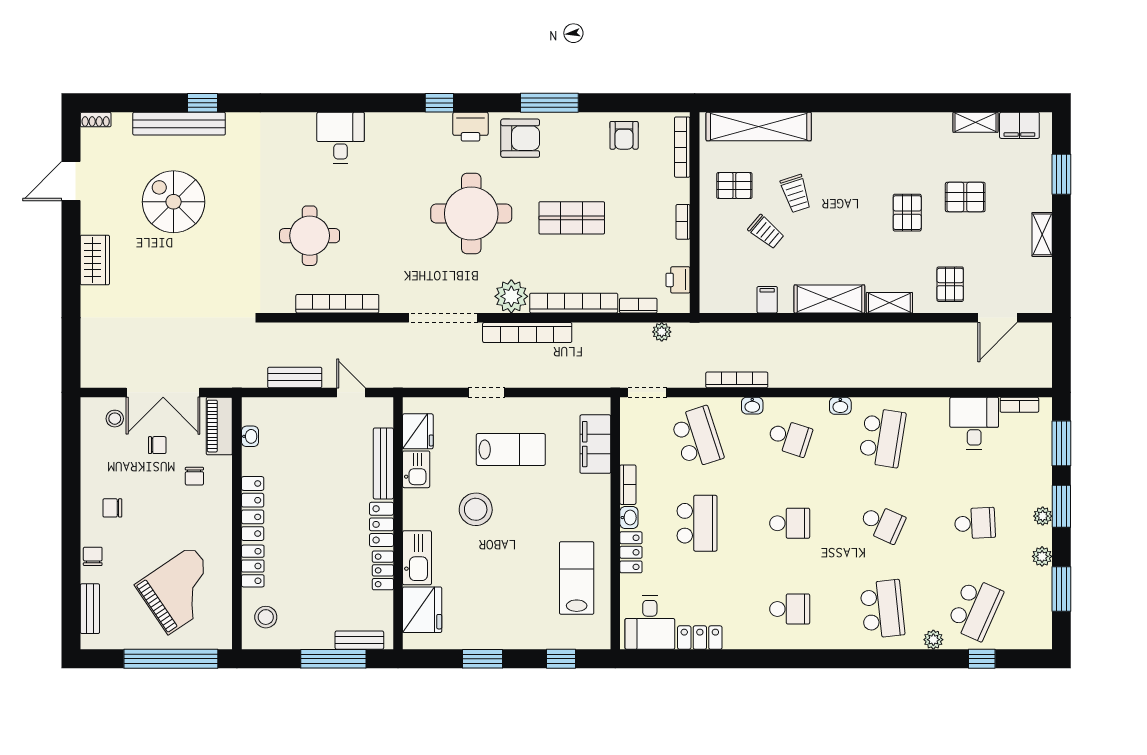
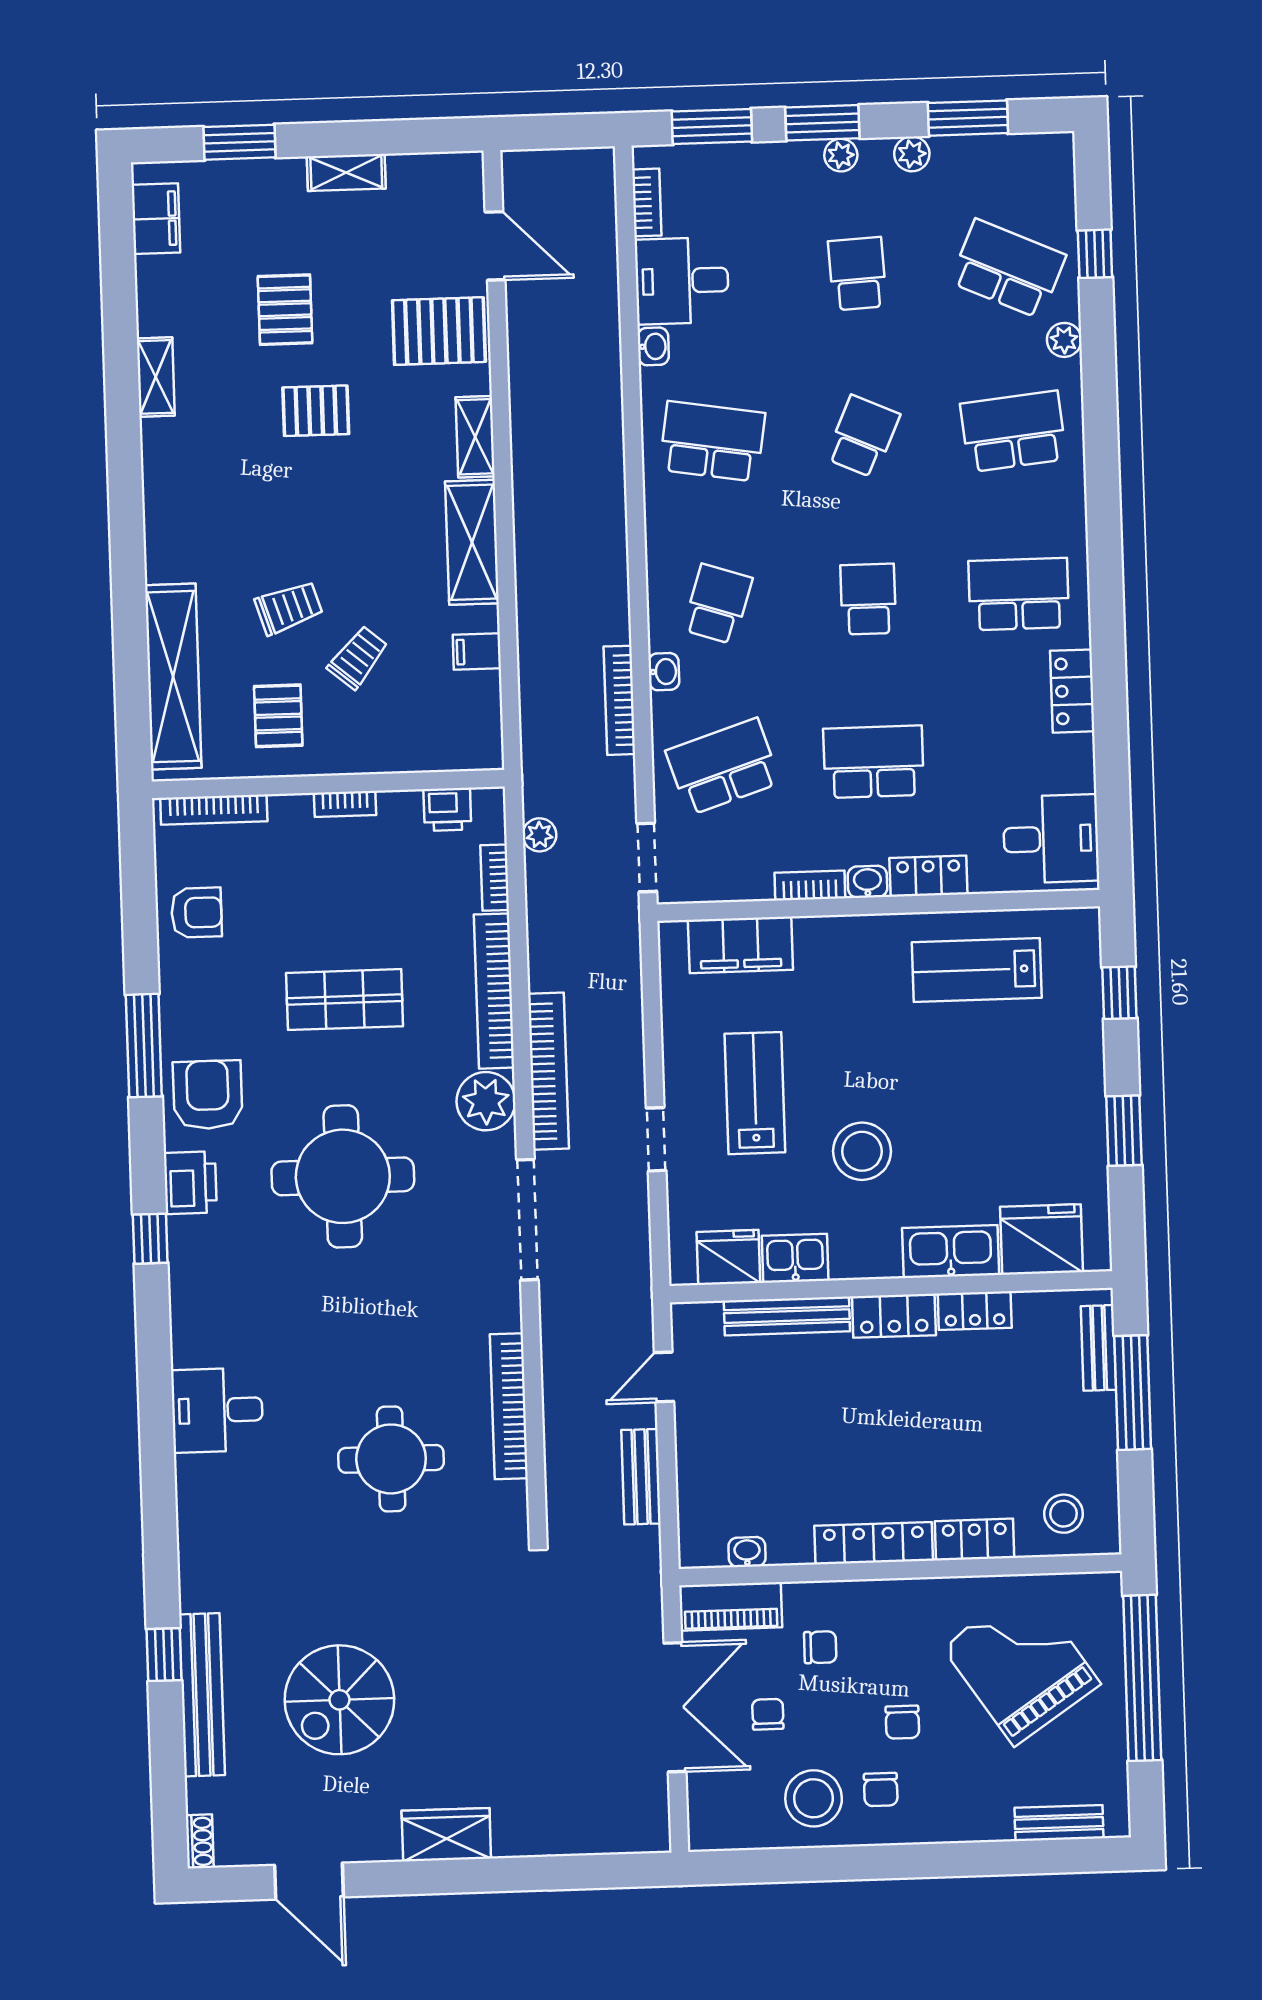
shelving: (975, 122) -> (156, 377), moved
shop shelf: (572, 218) -> (345, 1000), turned 90
pallet: (950, 284) -> (439, 331), width x1.50, depth x1.42
washbasin: (840, 406) -> (653, 346), moved
stool: (115, 419) -> (814, 1798), moved, width x1.89, depth x1.89
chair: (93, 556) -> (902, 1722), moved, turned -90
school desk: (790, 609) -> (1019, 594), width x1.85
locker: (700, 638) -> (1072, 691), moved

